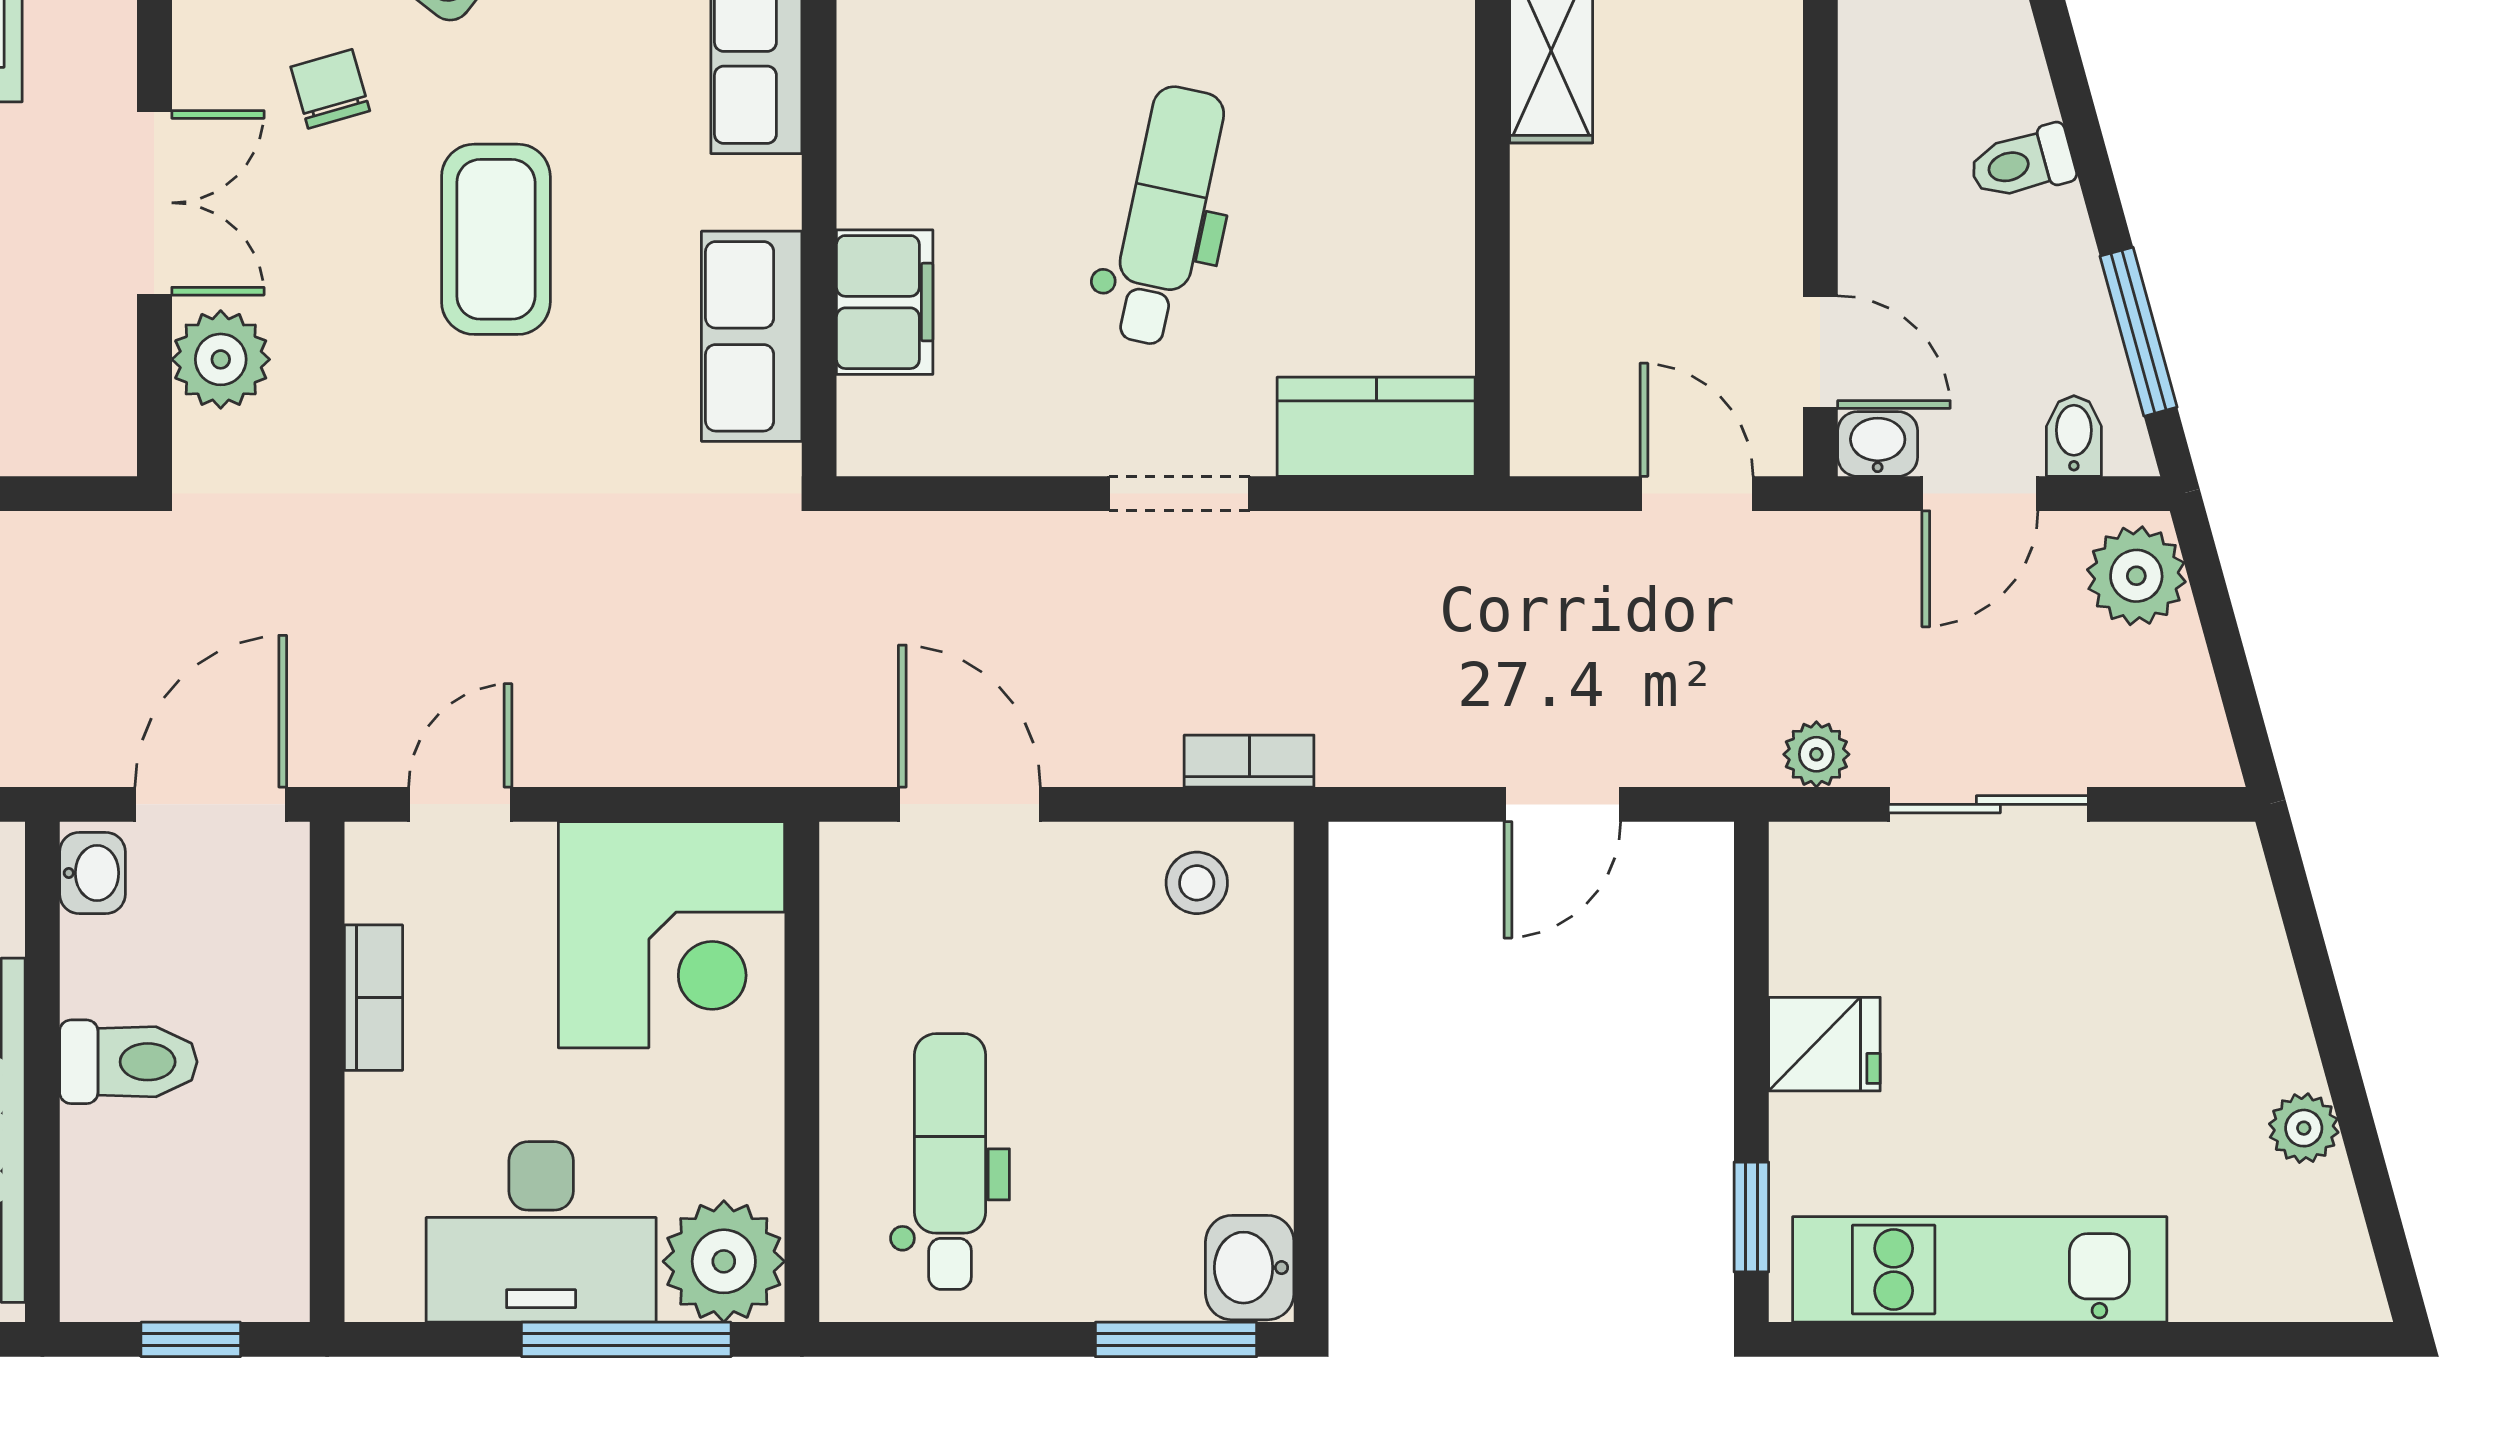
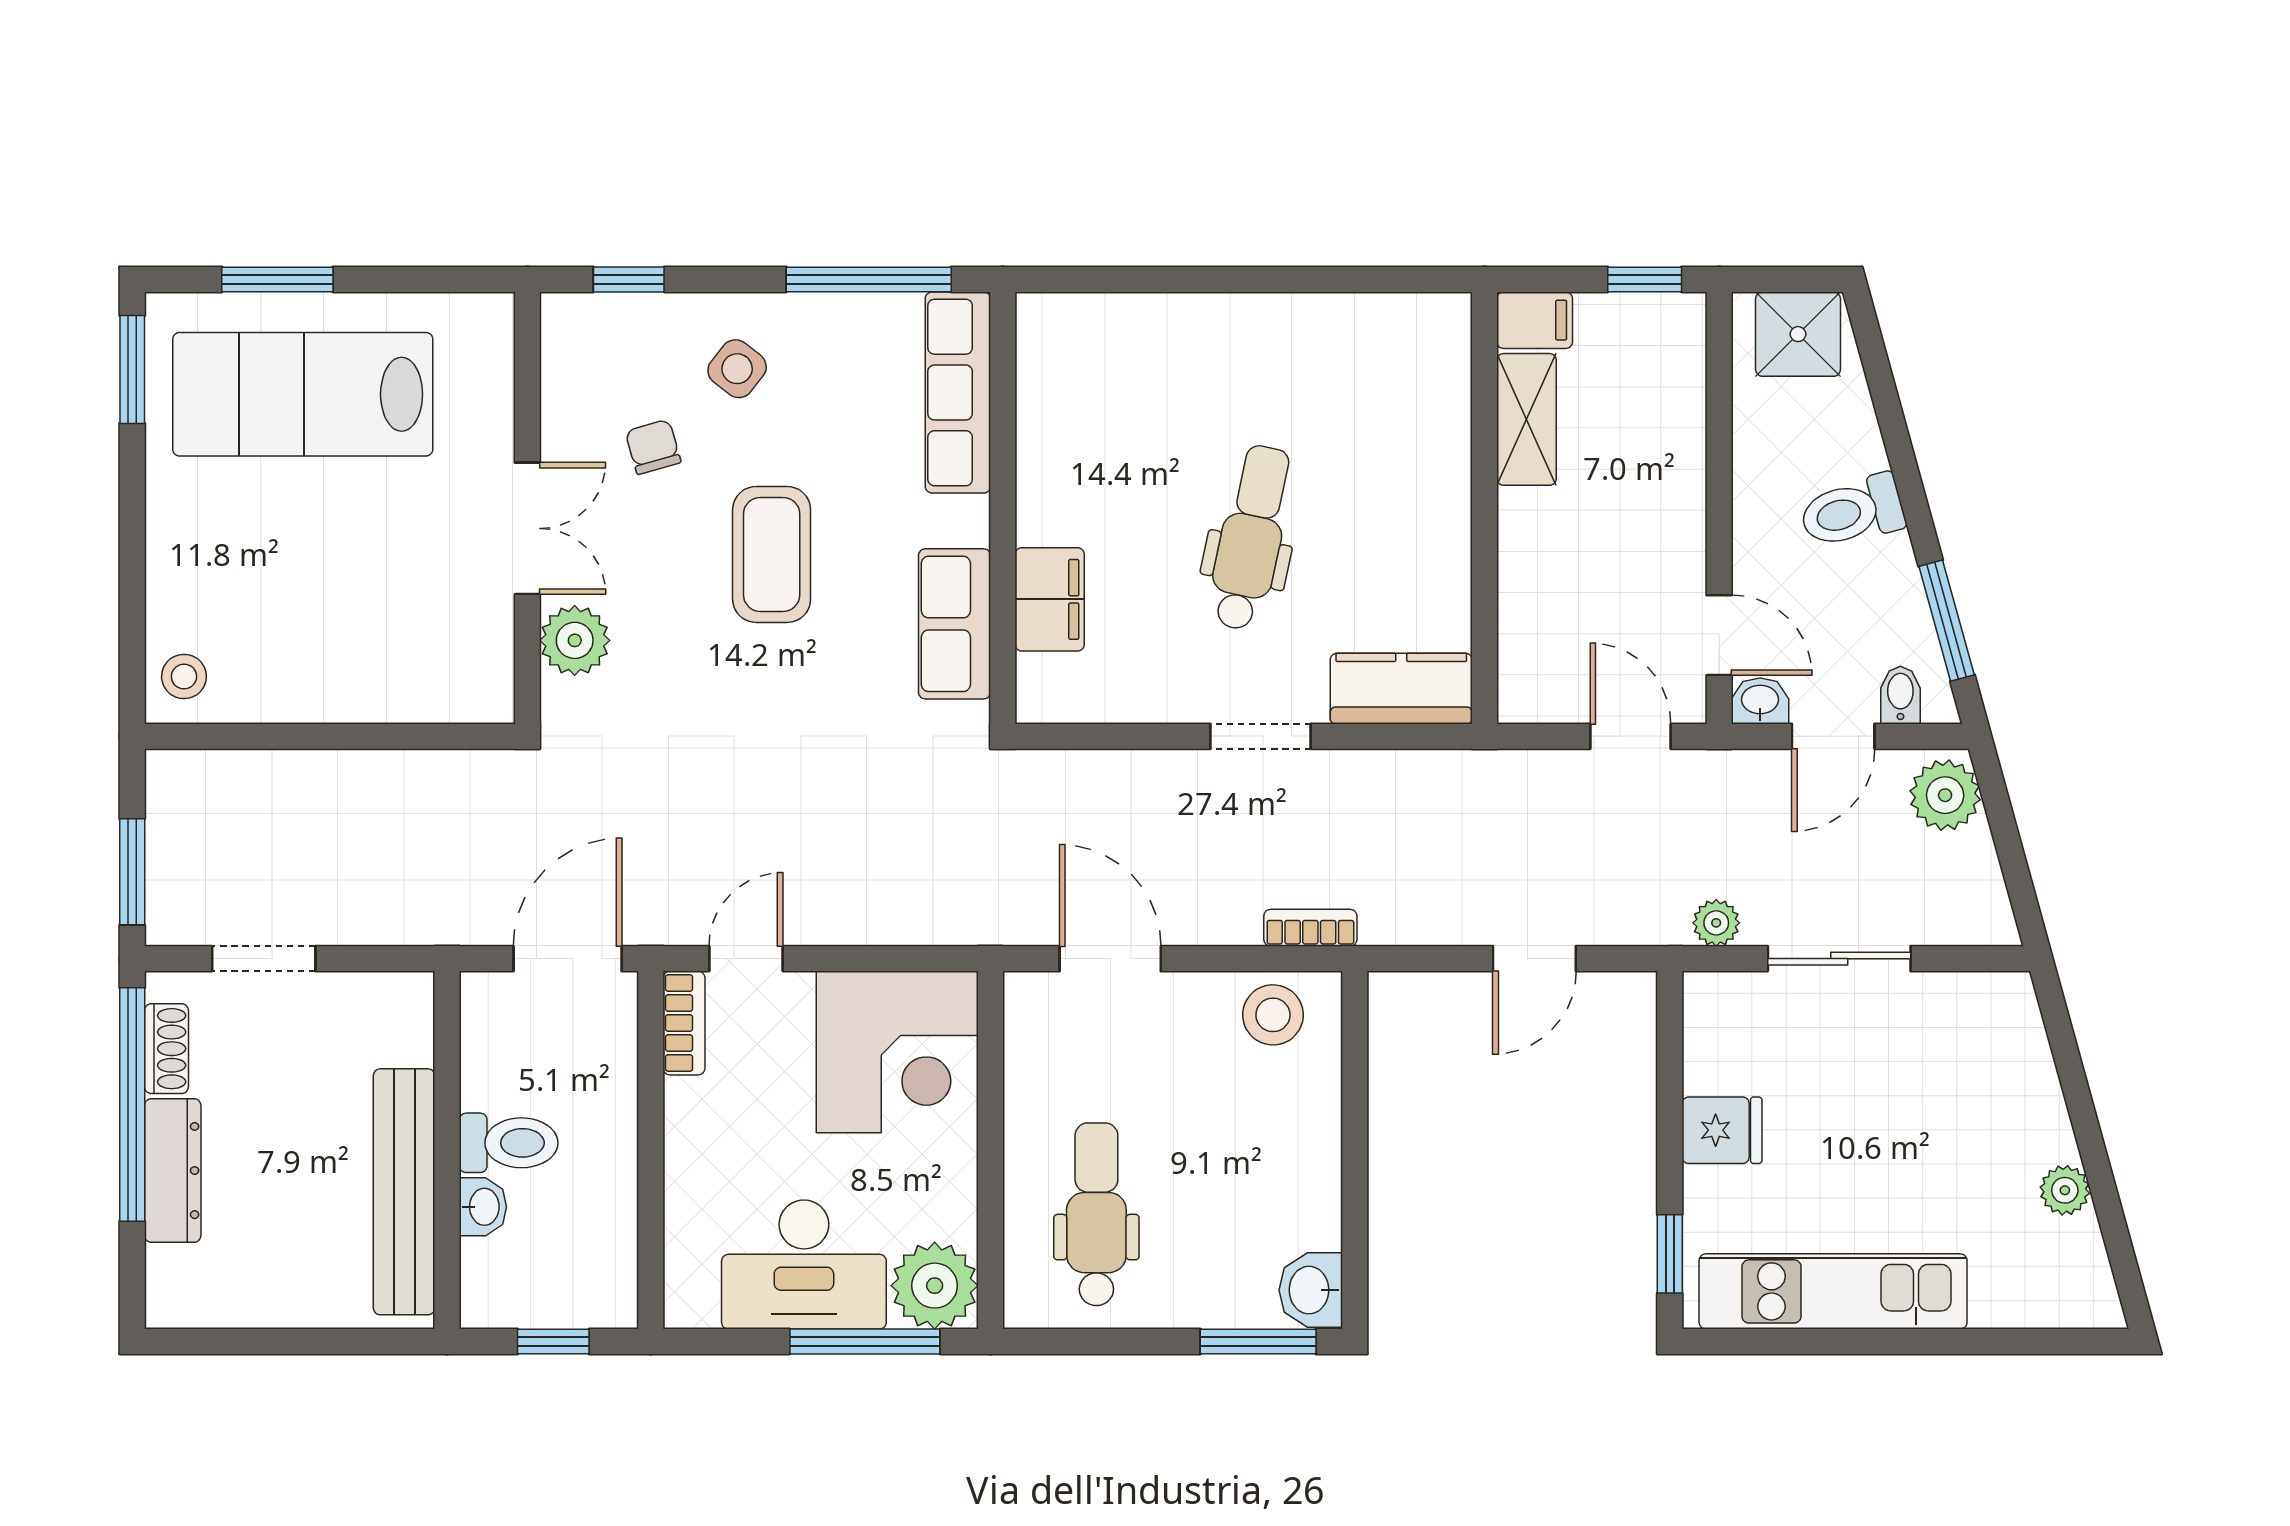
toilet: (2022, 163) -> (1852, 511), width x1.37, depth x1.39
washbasin: (92, 873) -> (483, 1207), moved
stool: (1197, 883) -> (1273, 1015), width x1.37, depth x1.37
bookcase: (373, 998) -> (684, 1023), moved

